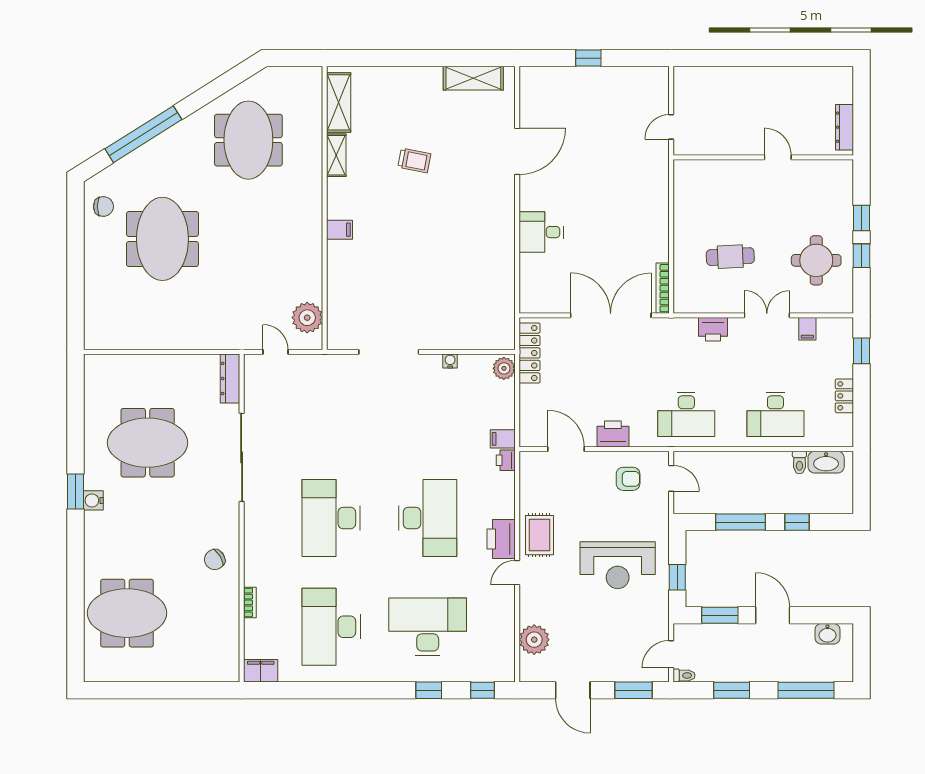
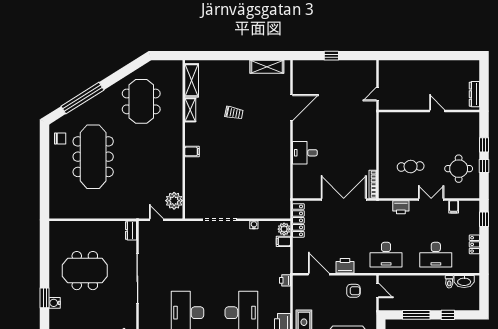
meeting table: (162, 239) -> (93, 157), width x1.36
dresser: (230, 378) -> (131, 230), width x0.70
filing cabinet: (503, 439) -> (283, 241), moved

